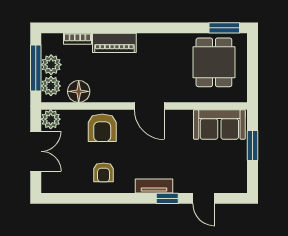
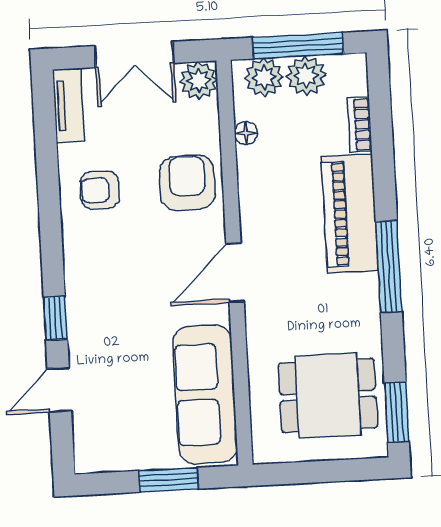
window: (150, 28) -> (389, 267), added
piano: (114, 43) -> (350, 214), width x1.37, depth x1.33
floor lamp: (79, 91) -> (246, 133), width x0.53, depth x0.53
sofa: (219, 125) -> (205, 394), width x1.36
armchair: (102, 128) -> (187, 183), turned 90
tv unit: (154, 186) -> (68, 105), moved

